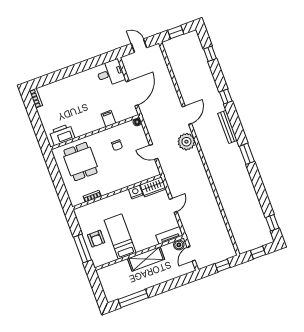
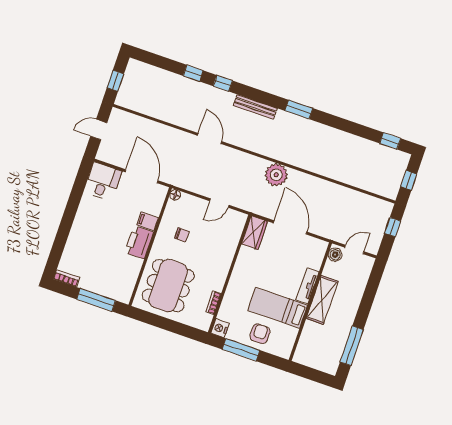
window: (210, 54) -> (193, 73), moved
window: (37, 126) -> (96, 300), added
printer: (62, 135) -> (139, 242), moved
plant: (186, 142) -> (276, 175), moved
dining table: (80, 162) -> (168, 286), width x1.37
nightstand: (136, 192) -> (220, 328), moved
door: (173, 205) -> (290, 227), width x1.87
tv unit: (169, 235) -> (307, 286), moved
armchair: (96, 239) -> (260, 334), turned -90
window: (83, 248) -> (241, 350), moved
door: (191, 254) -> (354, 250), swing flipped

